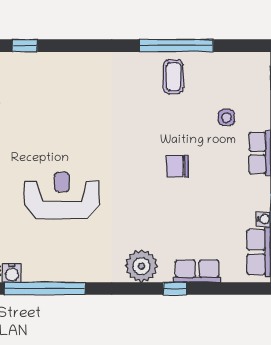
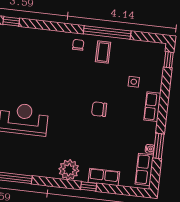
chair: (133, 70) -> (78, 45), added

